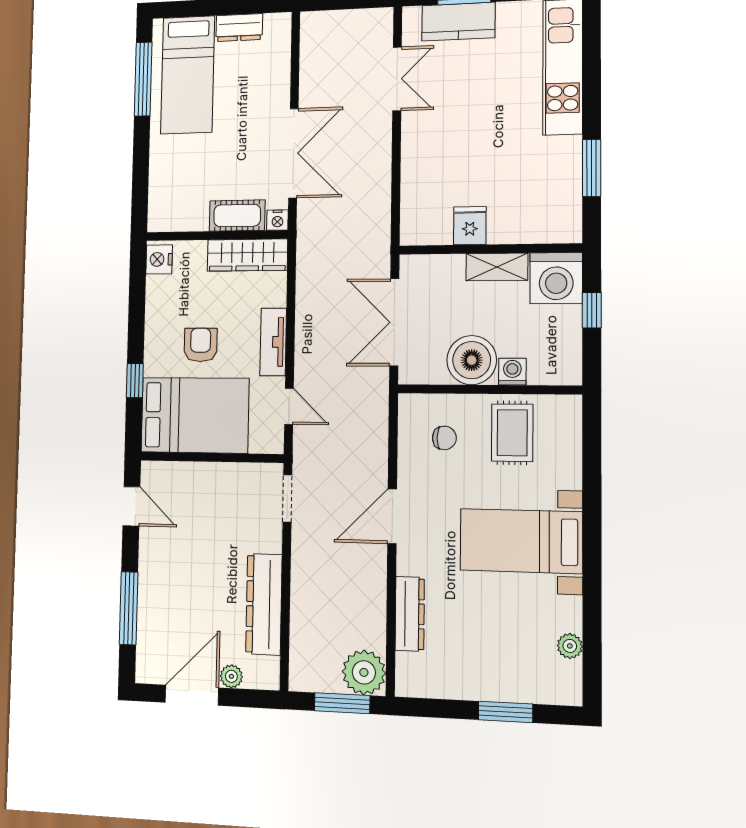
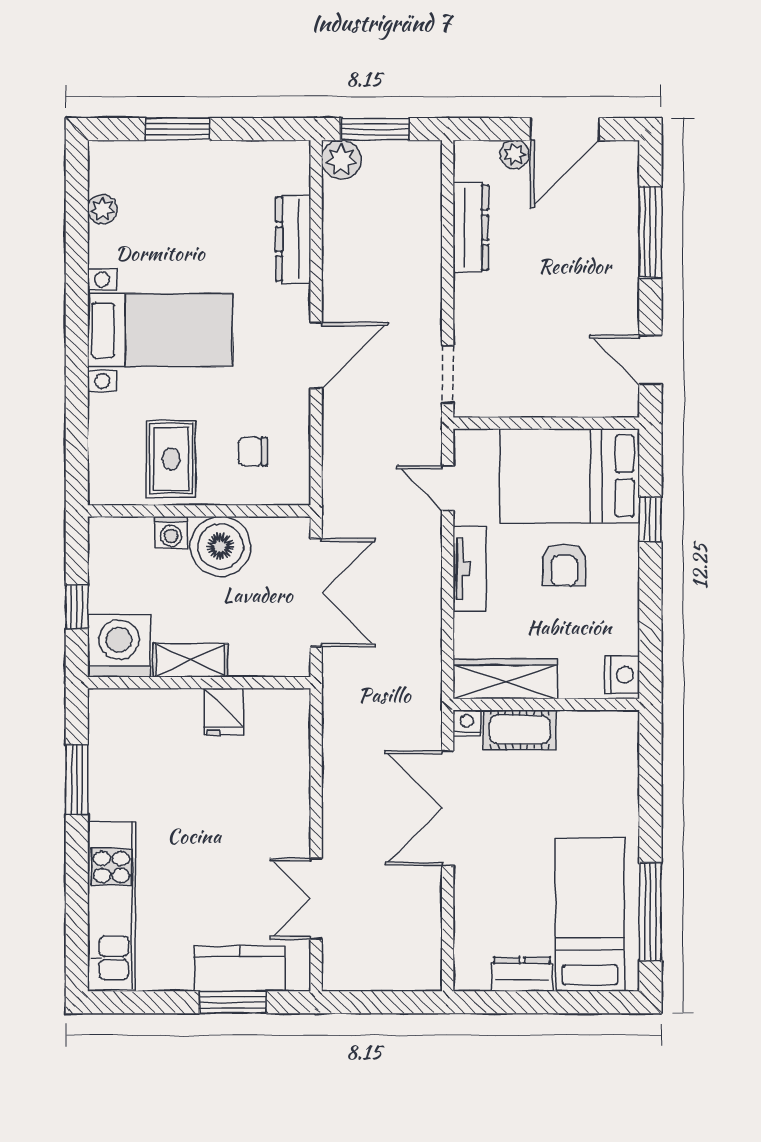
dresser: (264, 604) -> (471, 227), width x0.73, depth x0.80
plant: (364, 672) -> (341, 160), width x0.73, depth x0.73

